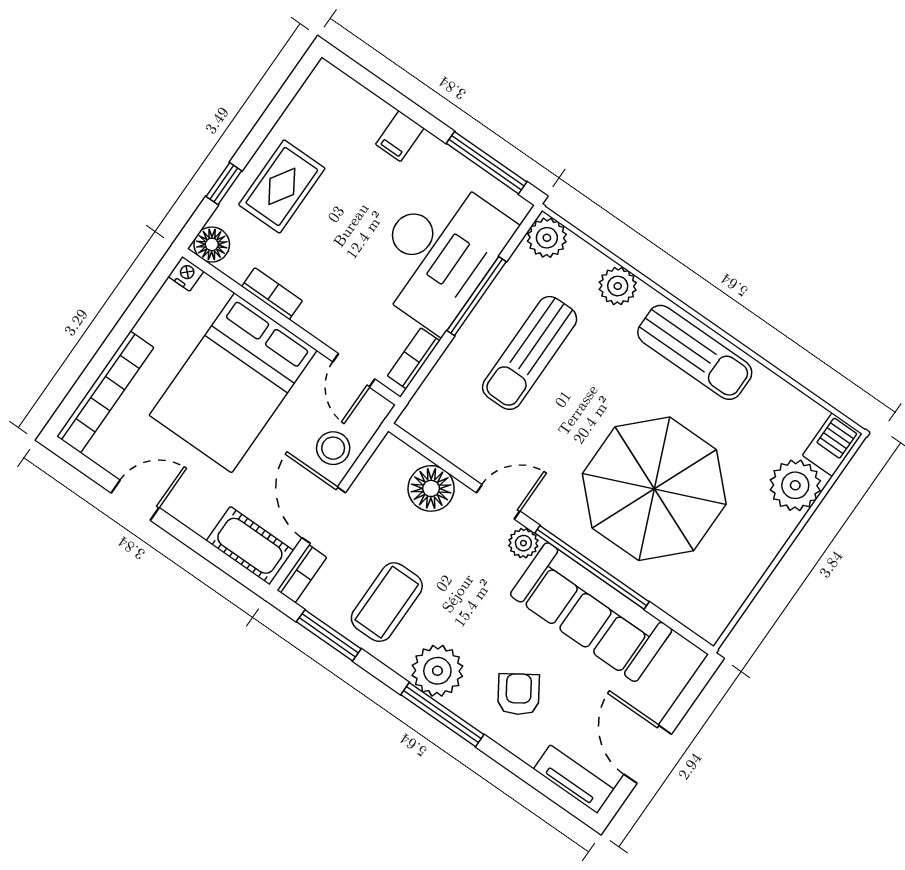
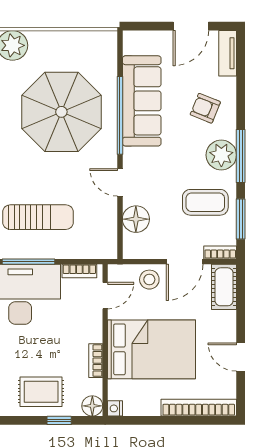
plant: (523, 543) -> (131, 156), removed
armchair: (519, 694) -> (205, 108), turned 55
window: (442, 715) -> (241, 156), moved

